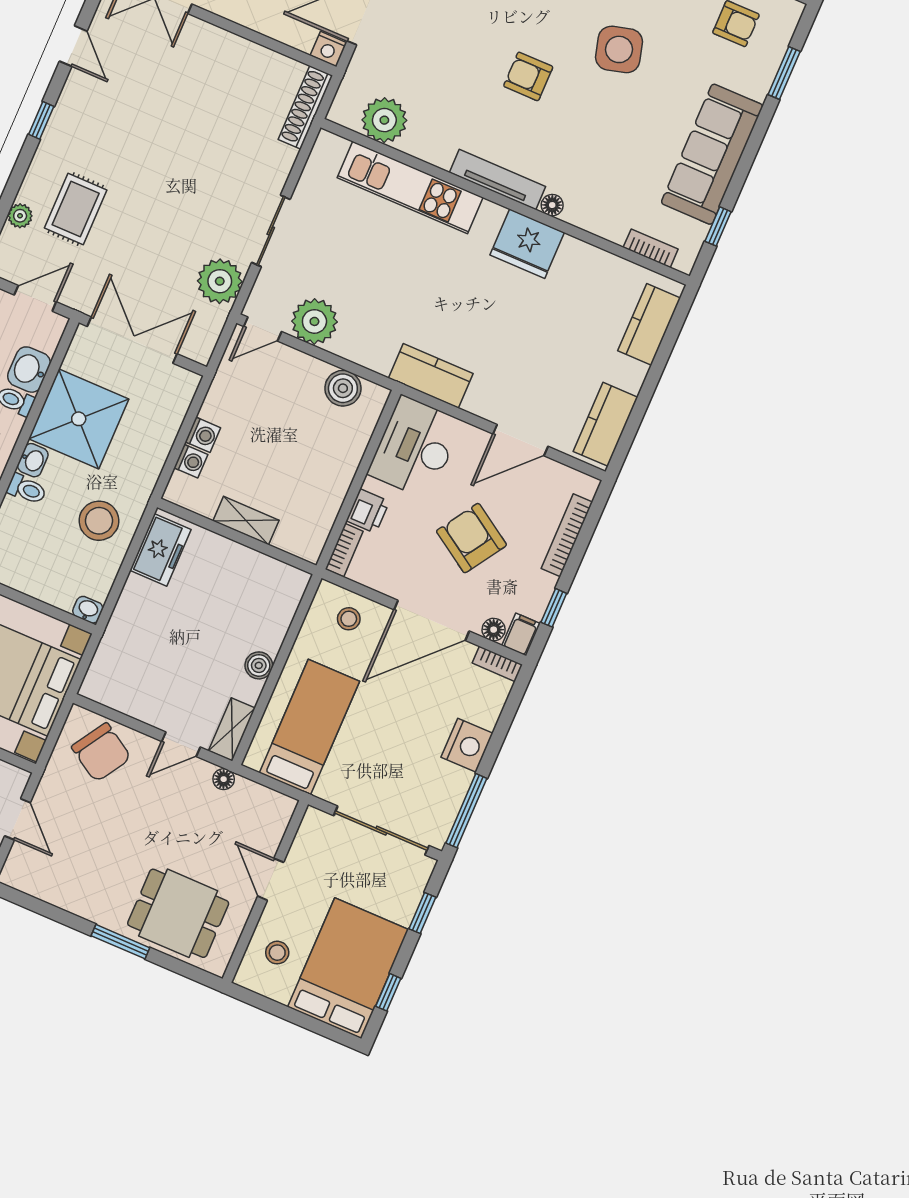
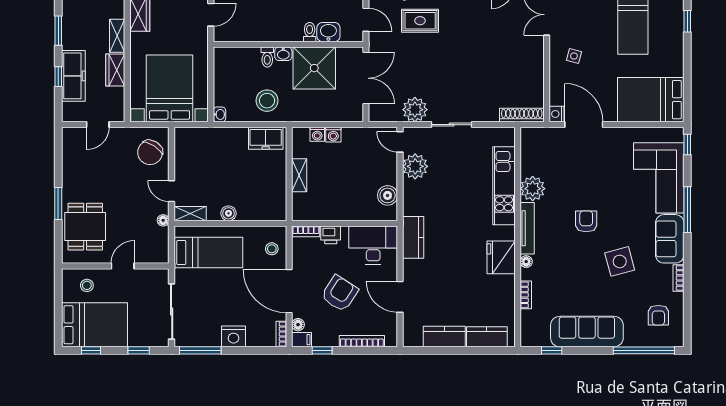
window: (784, 73) -> (644, 350), width x2.11
plant: (384, 120) -> (533, 189), moved
bookcase: (651, 248) -> (526, 295), moved
kitchen counter: (606, 424) -> (444, 337), moved

